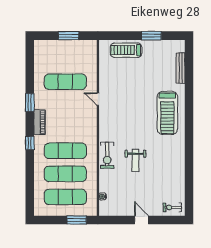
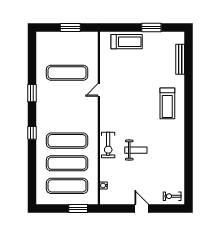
treadmill: (126, 50) -> (127, 42), turned 180
door: (98, 99) -> (99, 90), hinge flipped
treadmill: (167, 113) -> (167, 103), width x0.73, depth x0.73
piano: (40, 122) -> (42, 112), removed
weight bench: (135, 160) -> (136, 150), turned -90

